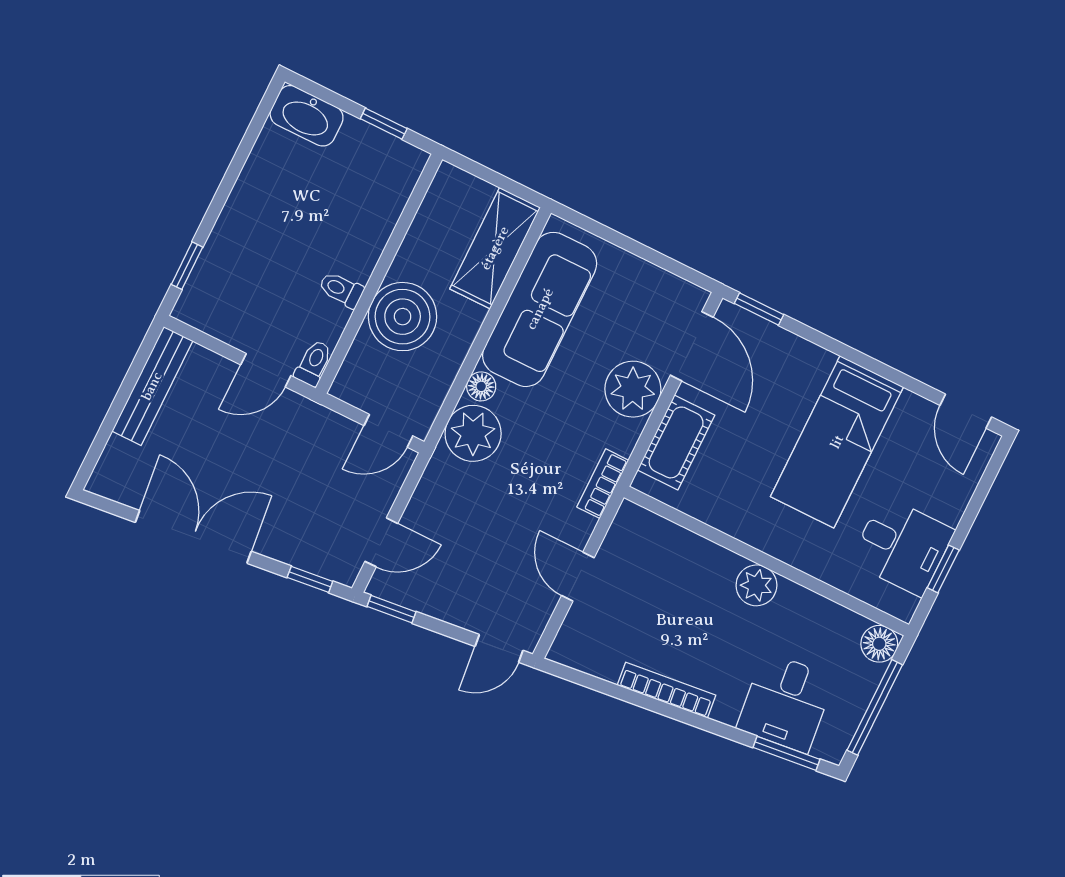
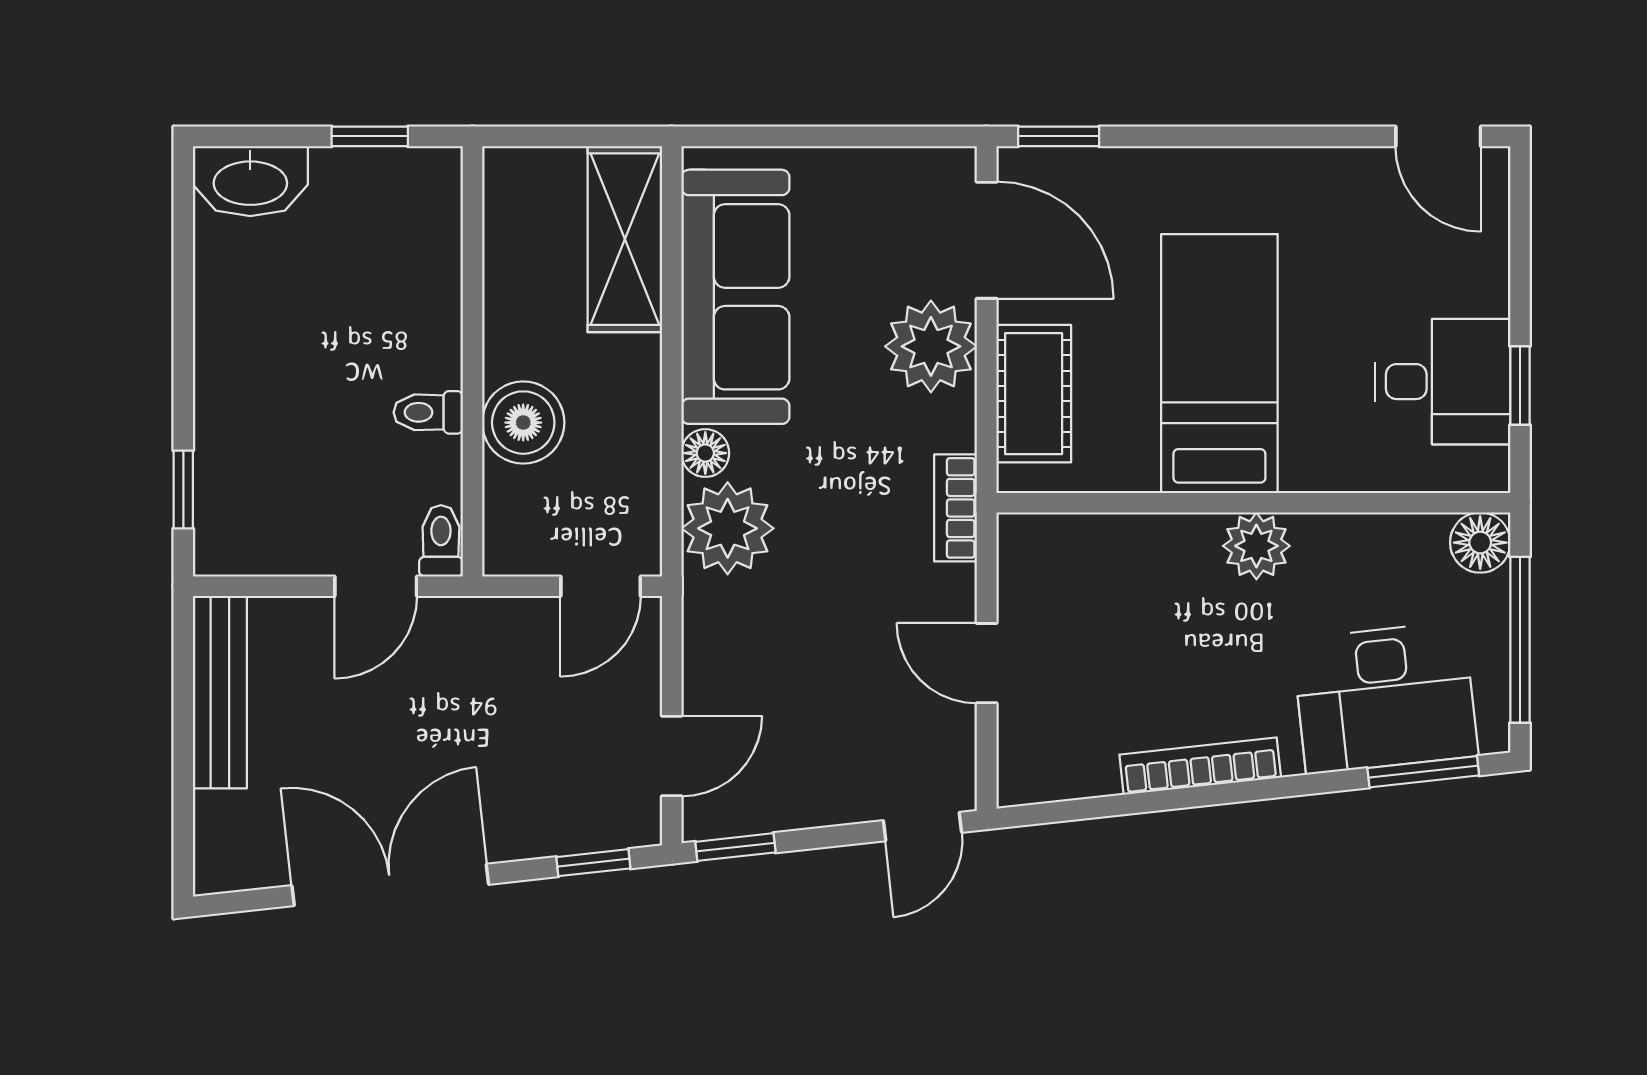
boiler: (403, 317) -> (523, 423), width x0.73, depth x0.73
bed: (837, 442) -> (1219, 364), moved, turned 180
desk: (786, 703) -> (1385, 698), width x1.37

